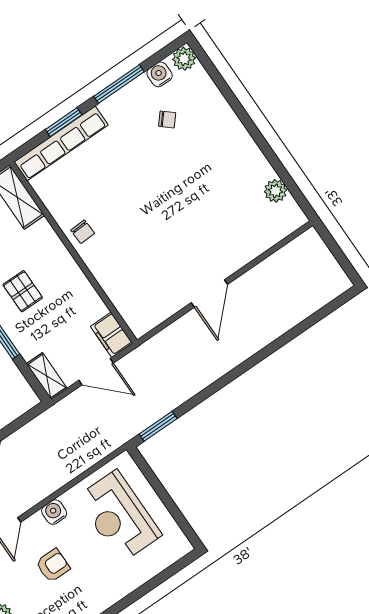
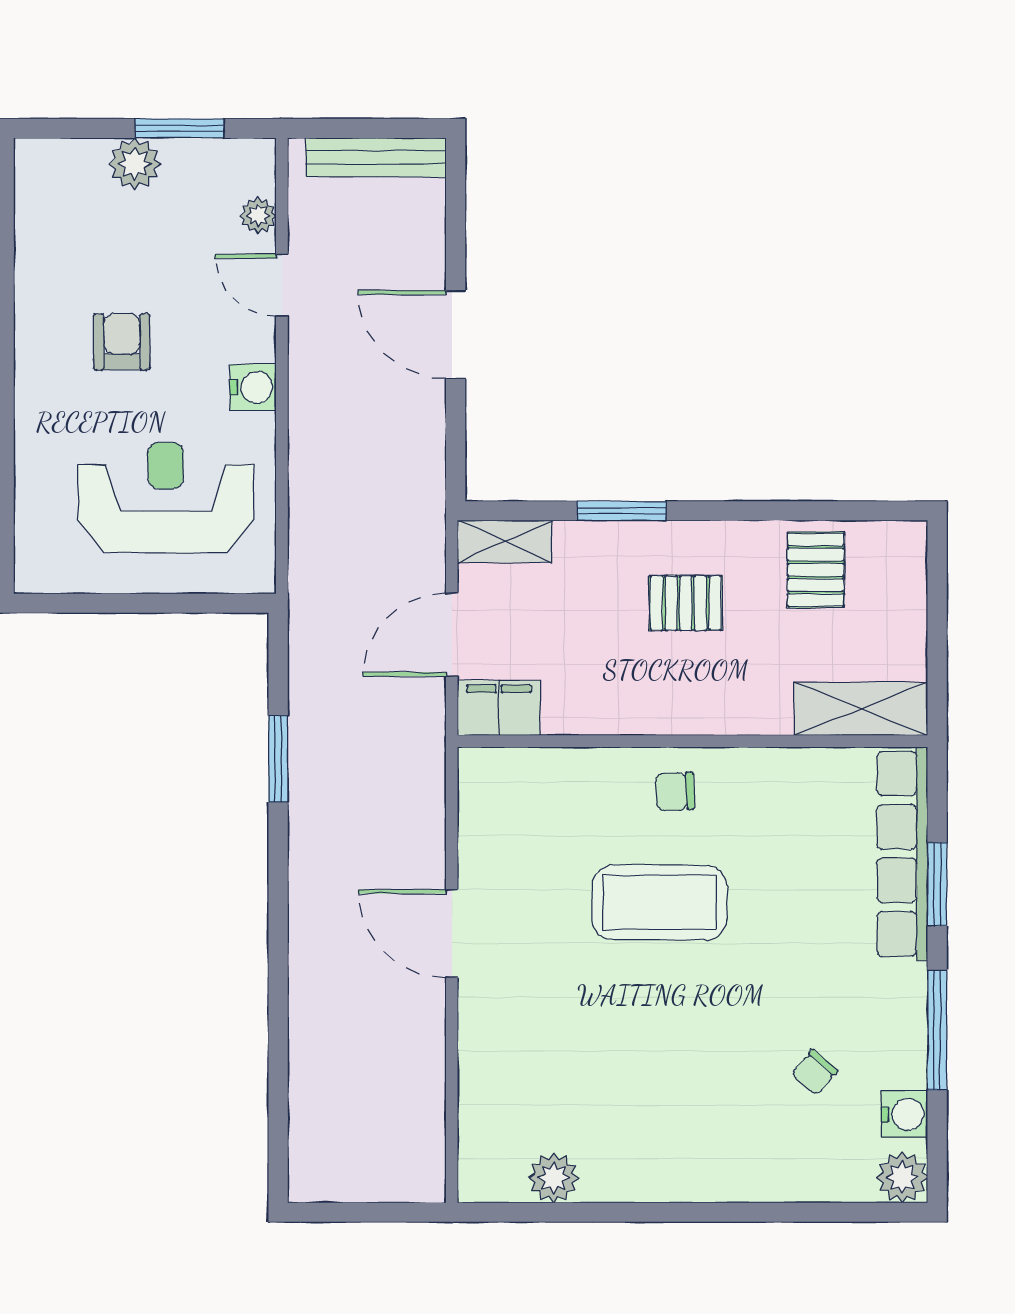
coffee table: (143, 223) -> (659, 903), added
chair: (83, 232) -> (675, 791), moved
window: (158, 426) -> (278, 759), moved
armchair: (53, 565) -> (122, 342), moved, turned 180

